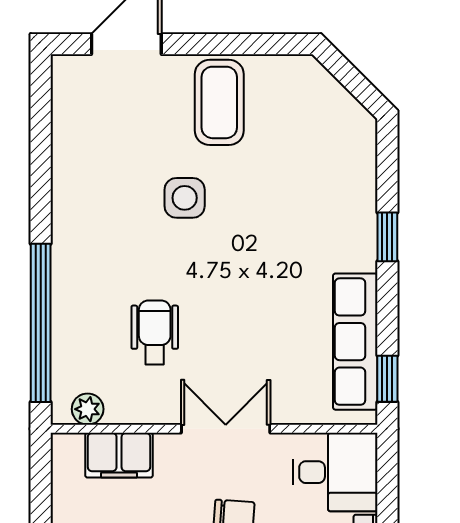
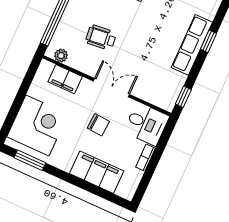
wheelchair: (155, 332) -> (101, 37), turned -96
row of seats: (355, 342) -> (192, 45), moved

